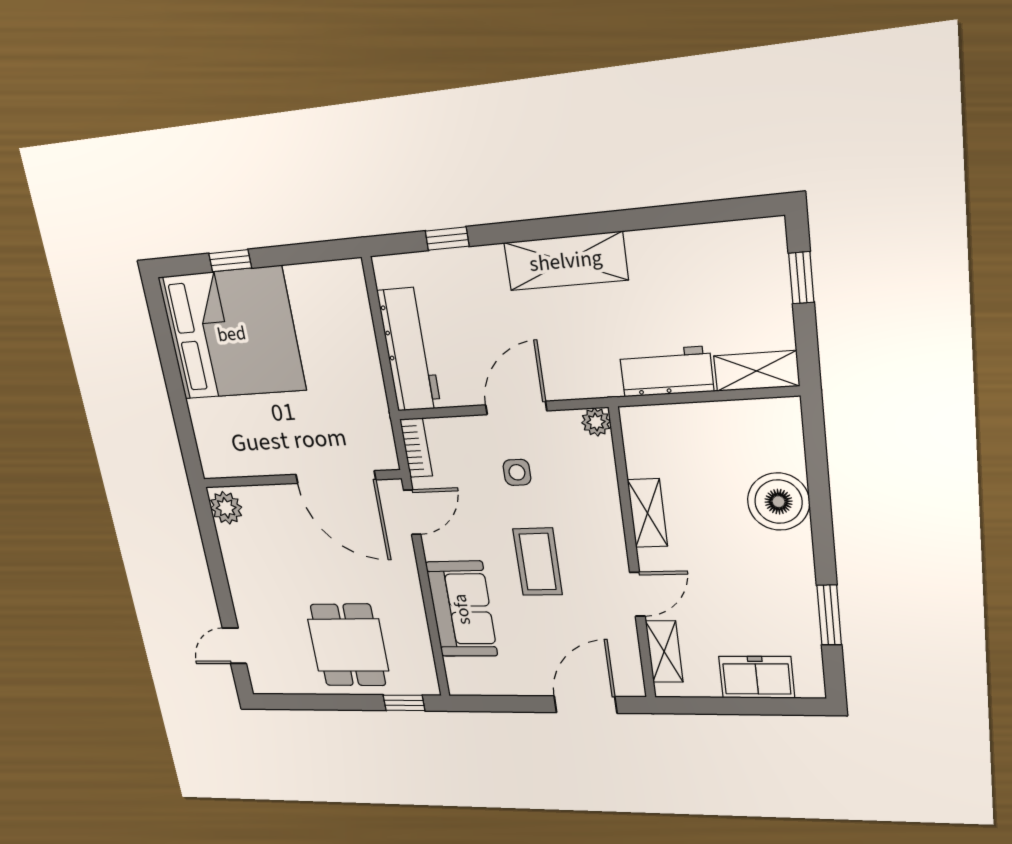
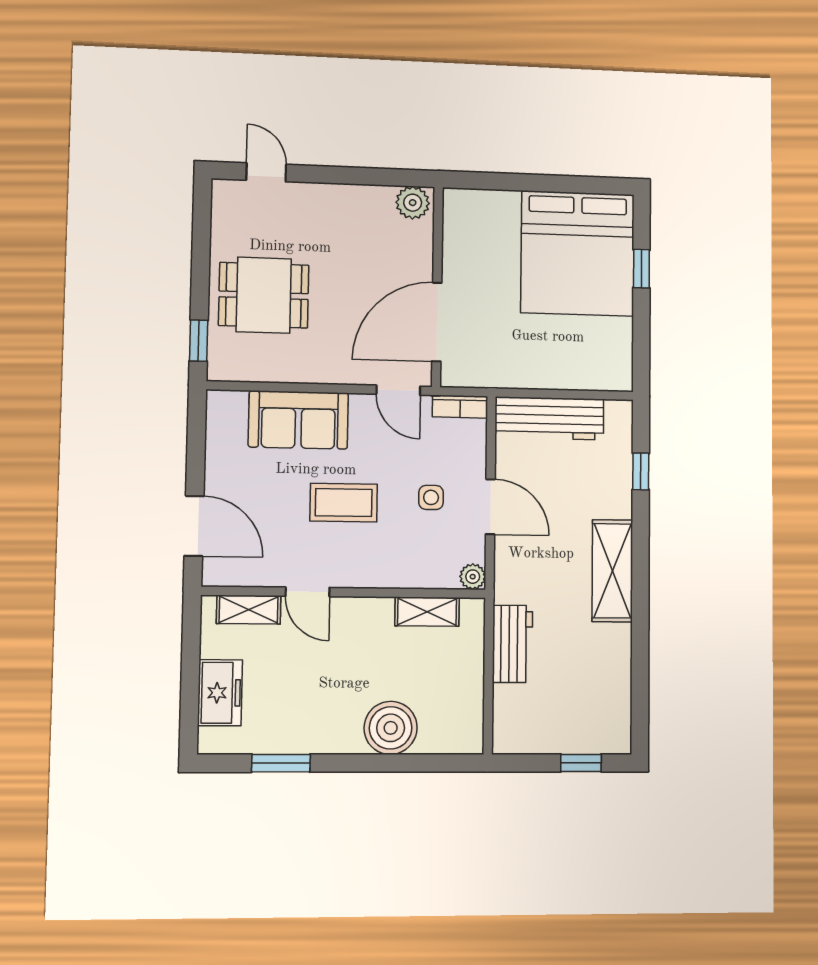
shelving: (757, 371) -> (507, 720), removed
shelving: (647, 513) -> (427, 612), moved

